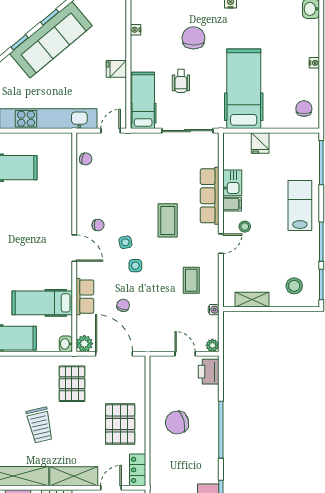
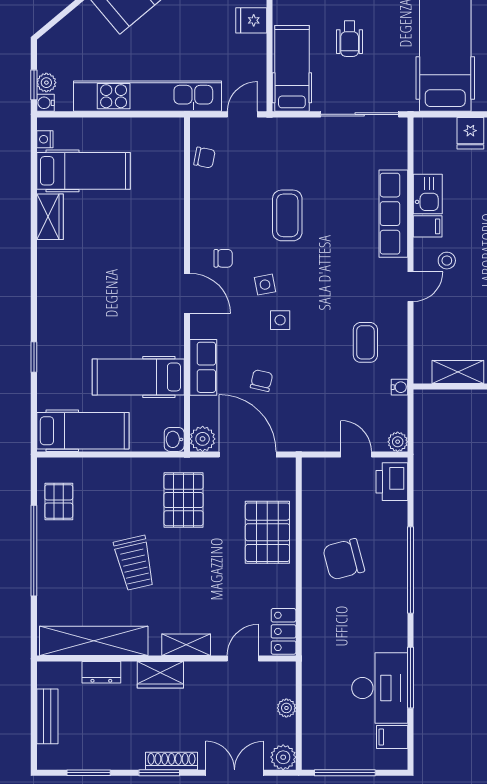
coffee table: (168, 220) -> (287, 215), moved
pallet: (120, 424) -> (267, 532), moved
shelving: (74, 476) -> (186, 645), width x0.67, depth x0.75

